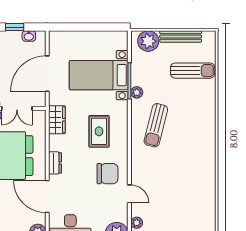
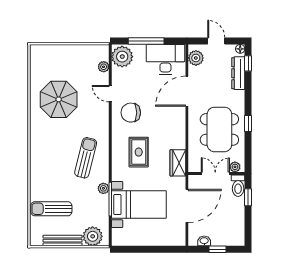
dresser: (55, 163) -> (180, 123), removed
parasol: (185, 188) -> (59, 99), added
door: (47, 197) -> (187, 91), swing flipped

